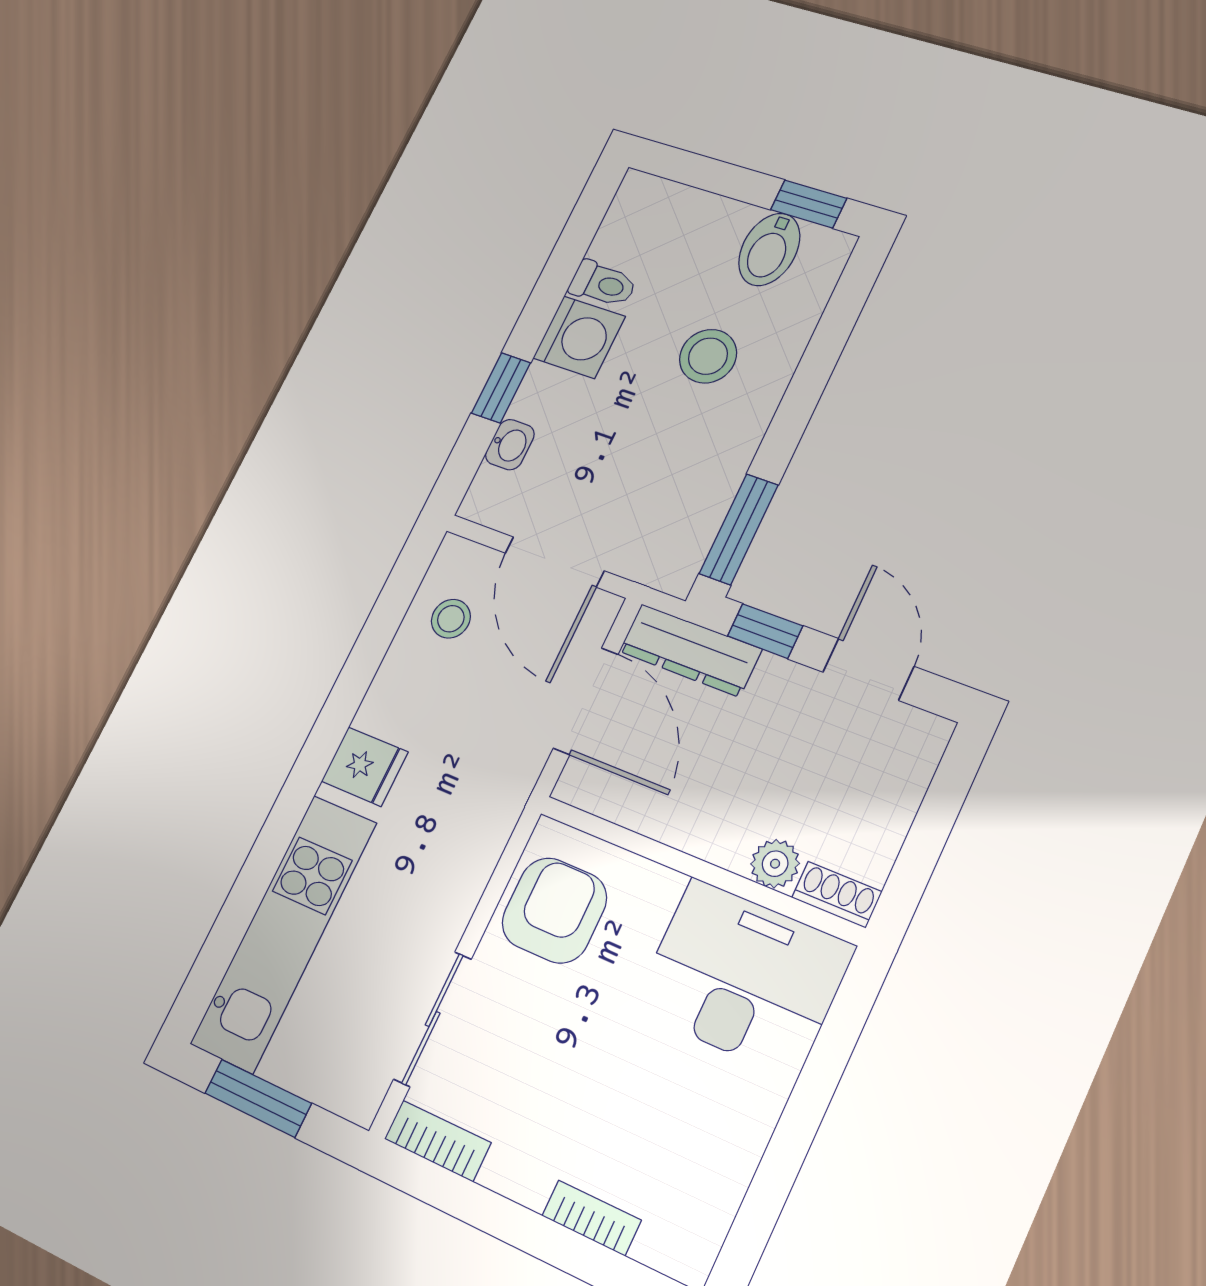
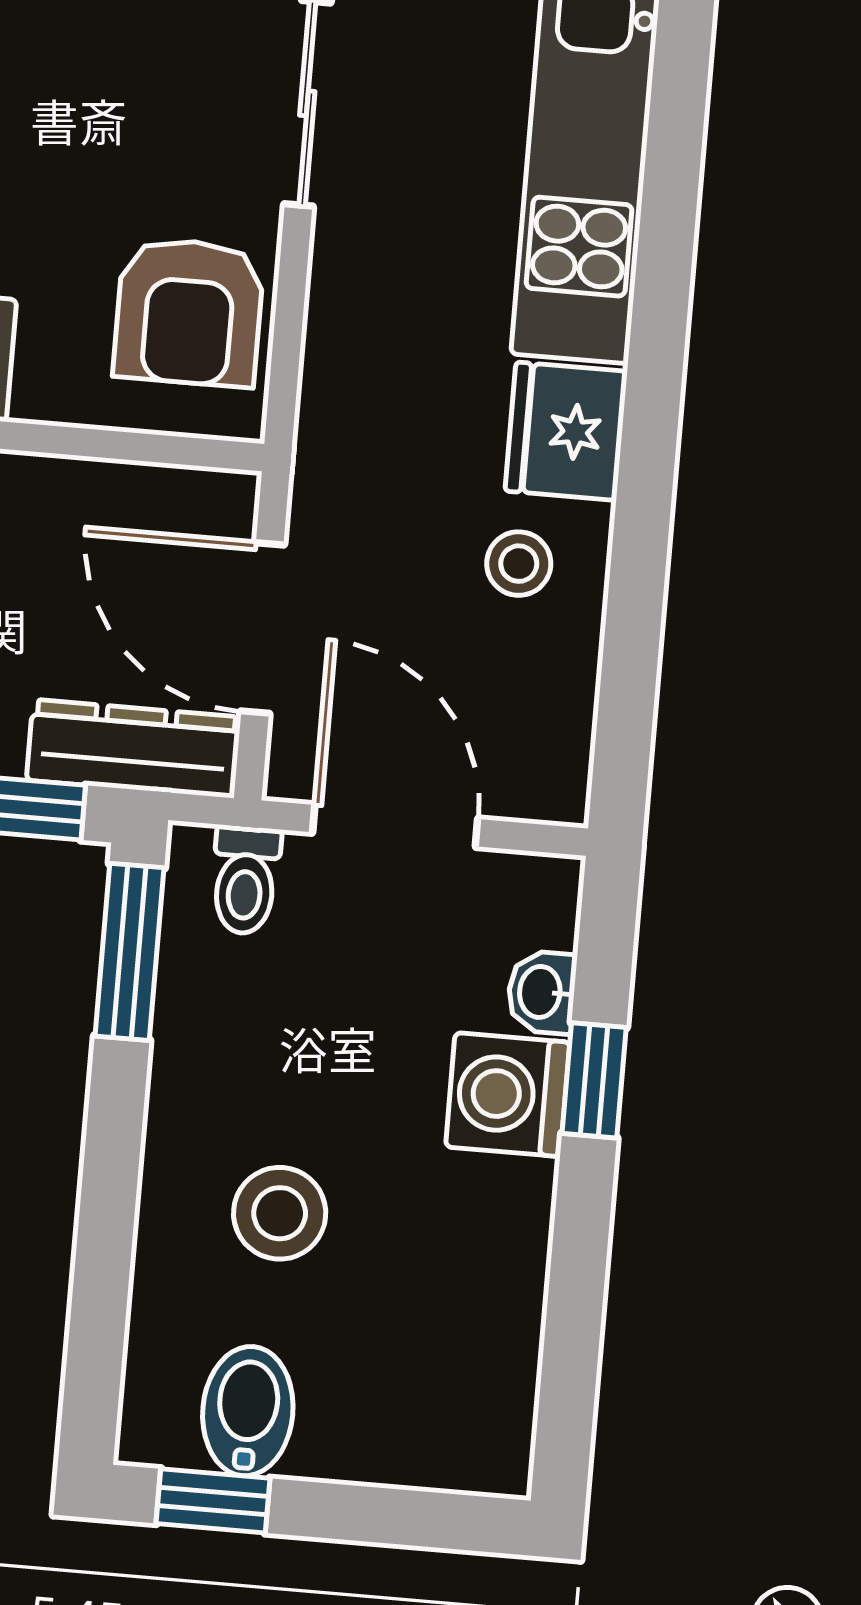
toilet: (603, 284) -> (245, 880), moved, turned -90
washing machine: (579, 337) -> (508, 1095), moved
stool: (451, 619) -> (519, 564), moved
fridge: (365, 767) -> (566, 431), width x1.38

